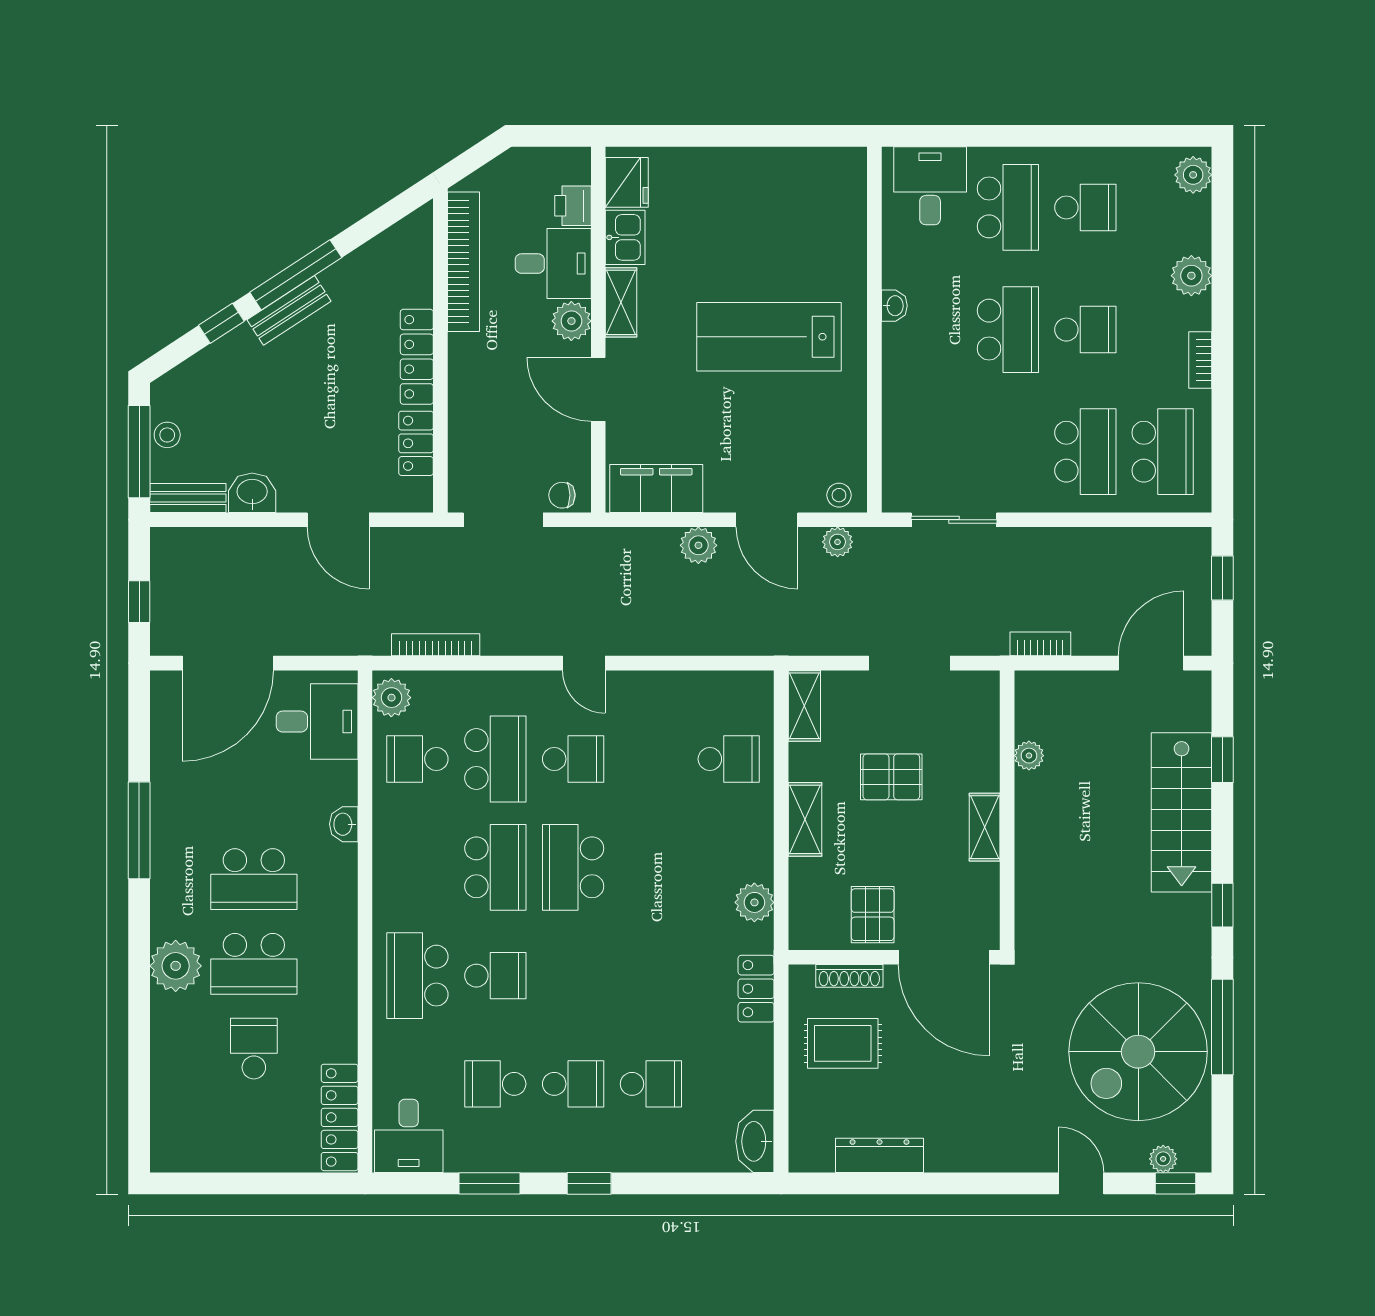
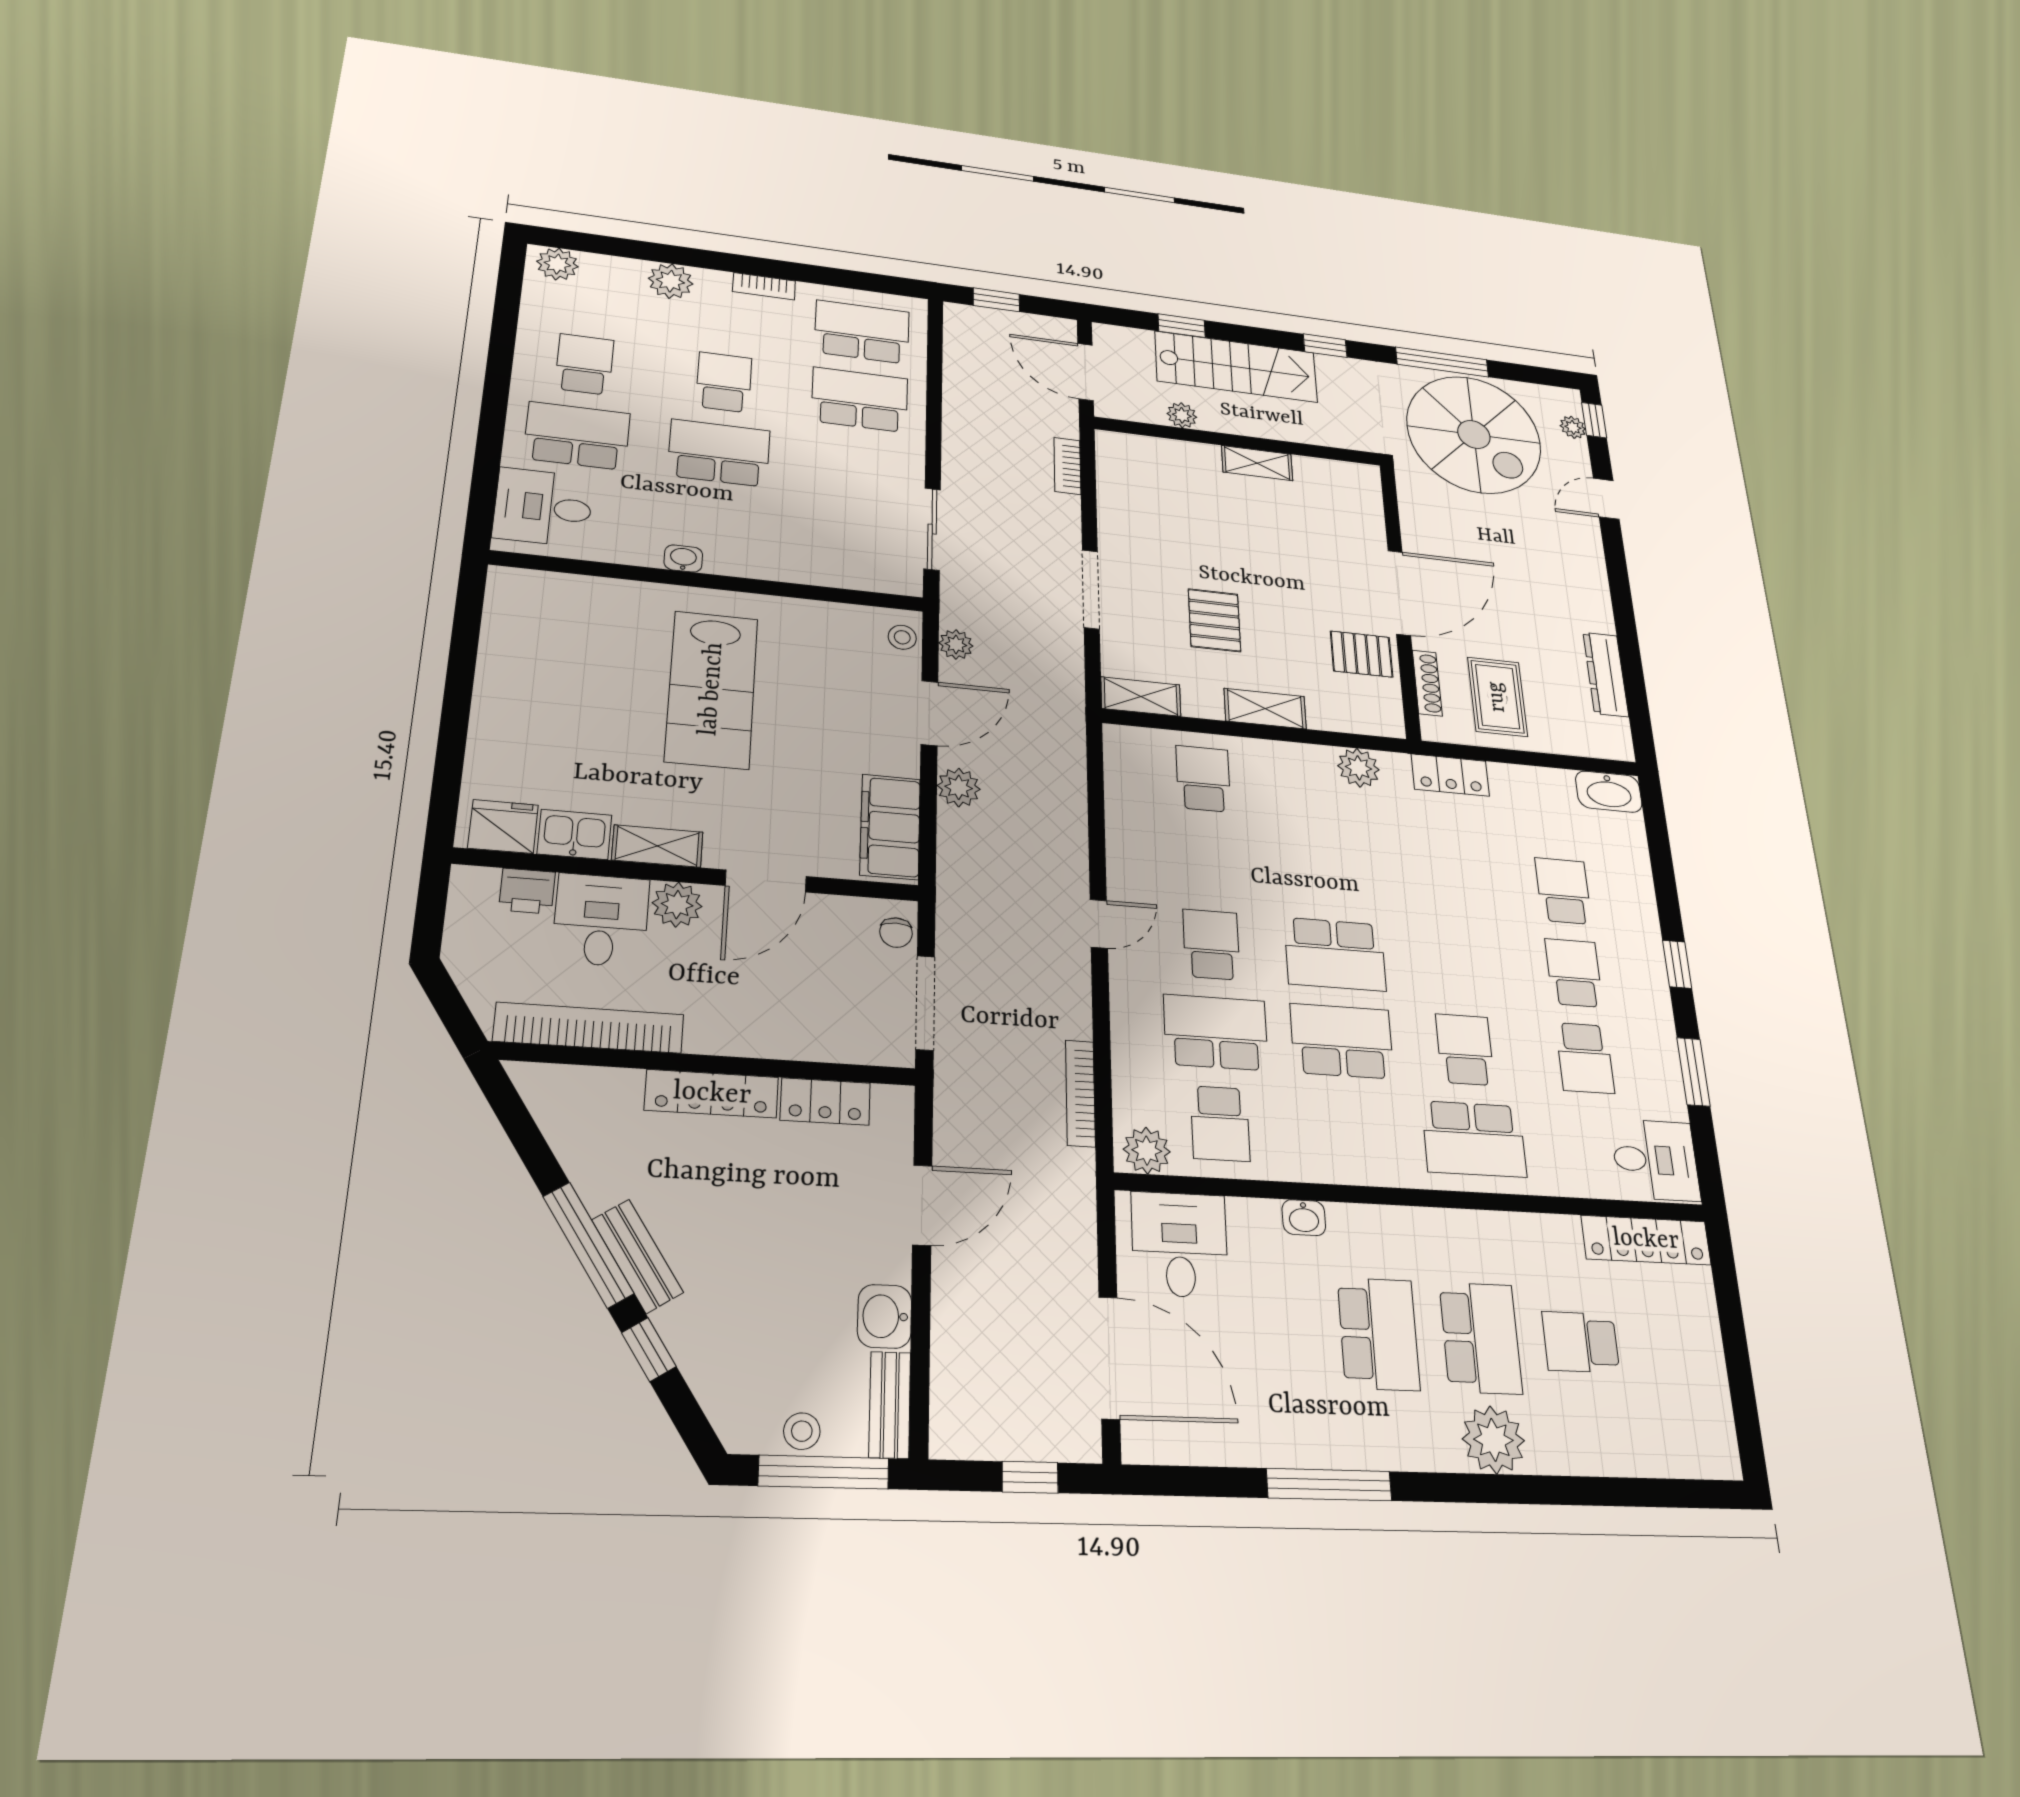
plant: (1029, 756) -> (1182, 415), moved
wall: (1007, 810) -> (1239, 441), moved
shelving: (985, 827) -> (1257, 463), moved

